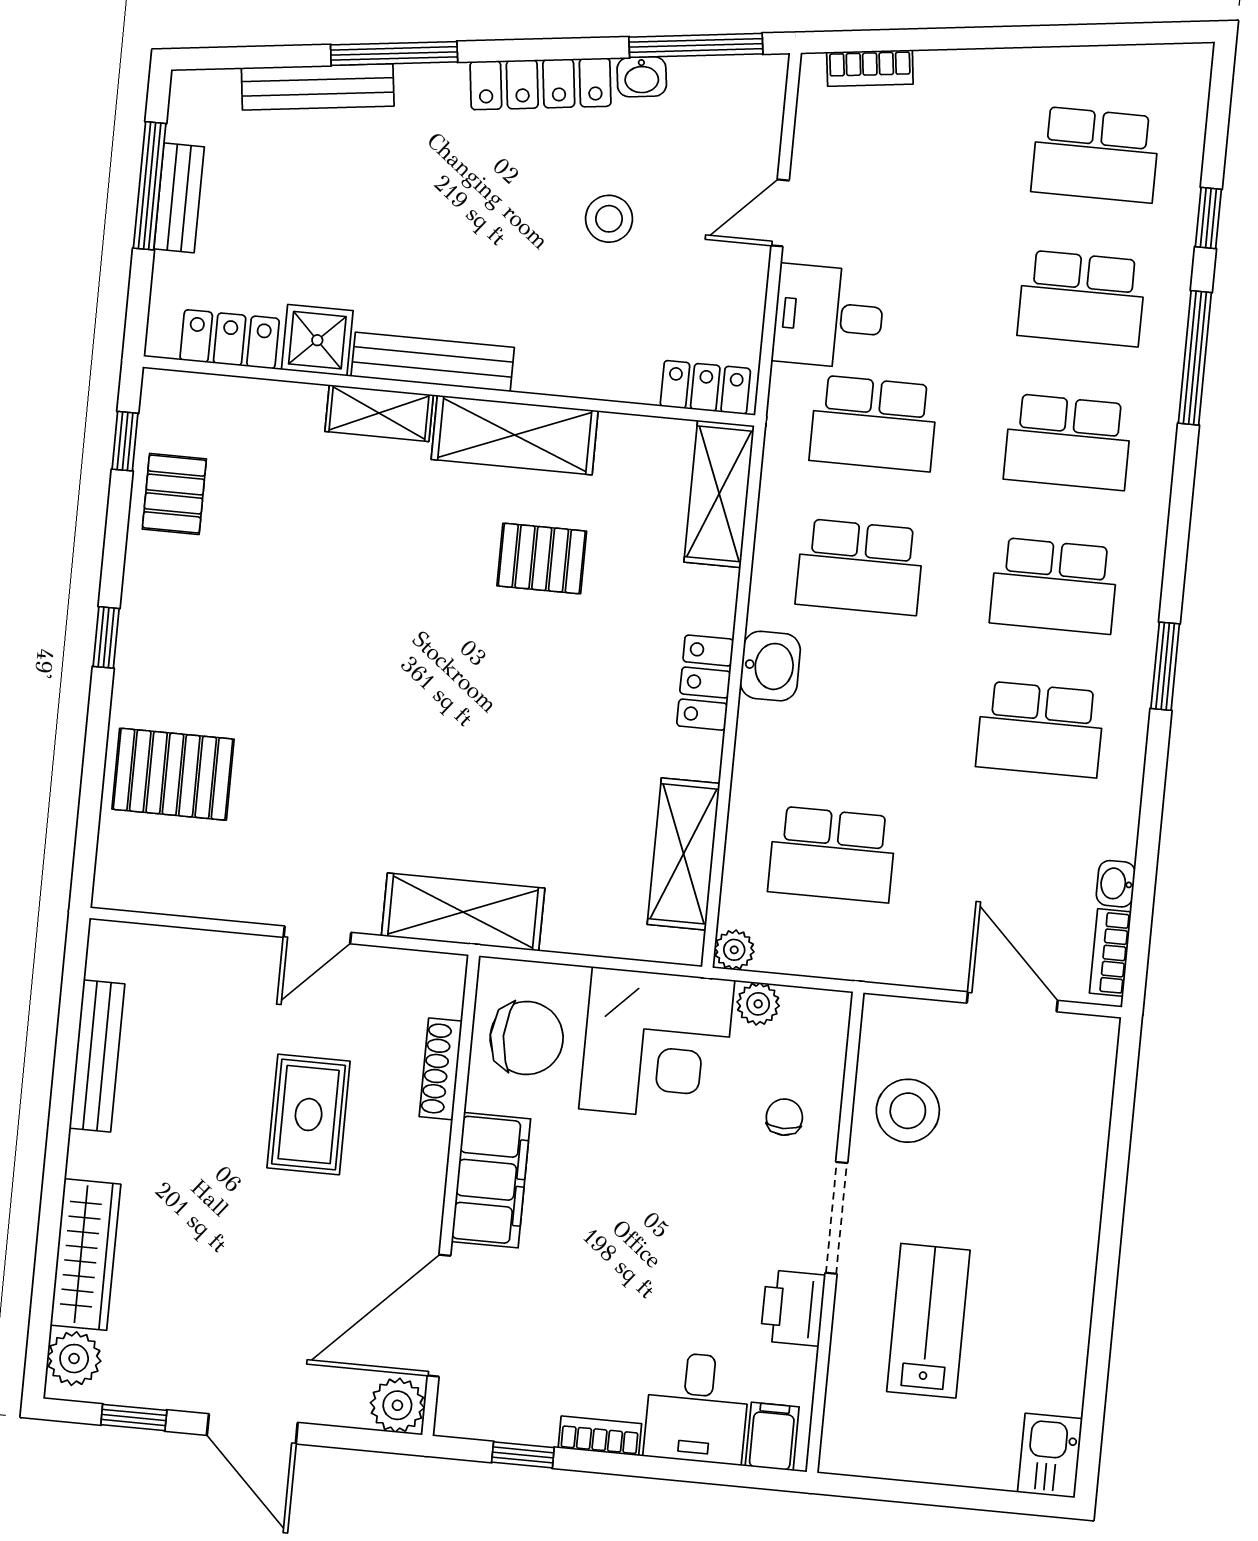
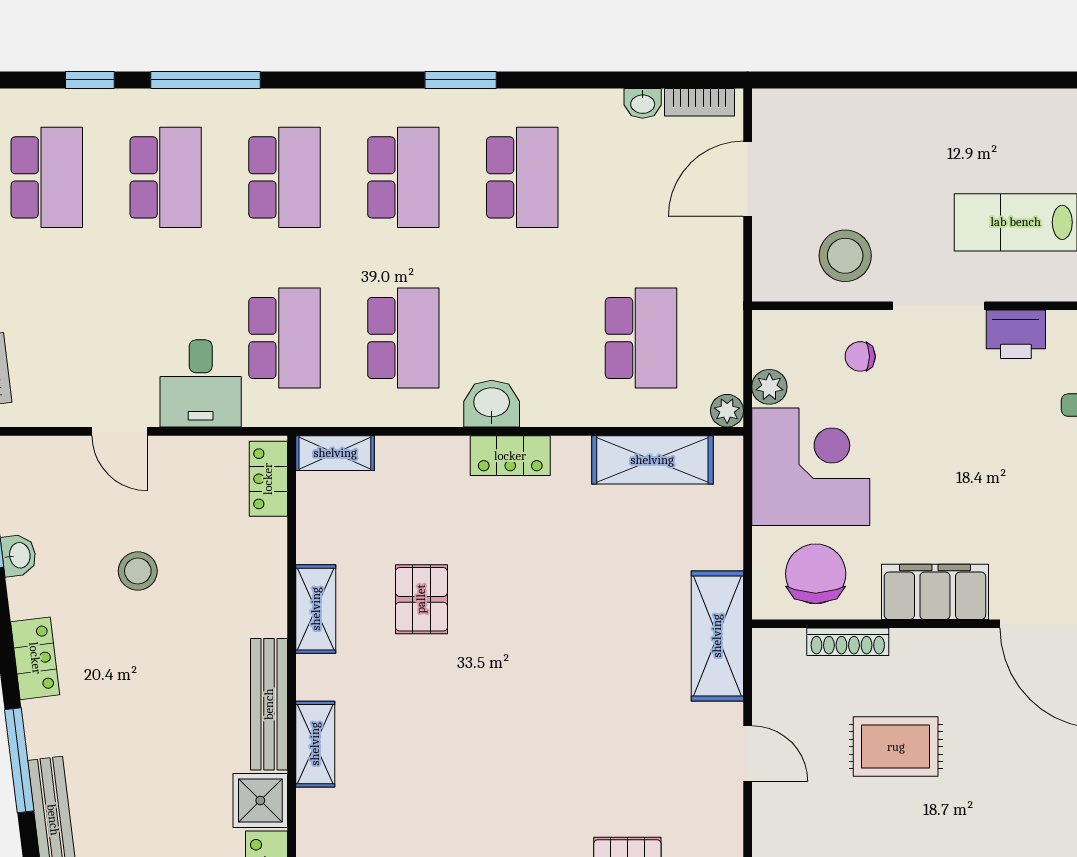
locker: (540, 84) -> (35, 658), width x0.66
shelving: (515, 435) -> (316, 609), width x0.67, depth x0.75
shelving: (719, 494) -> (335, 453), width x0.67, depth x0.75

